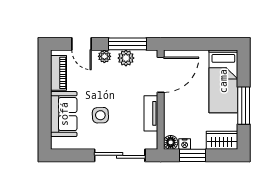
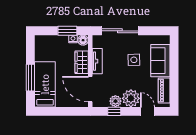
window: (127, 44) -> (114, 111), width x0.46
plant: (104, 56) -> (131, 98), width x1.87, depth x1.87
door: (161, 75) -> (90, 89), hinge flipped
window: (244, 106) -> (30, 78), moved
wardrobe: (222, 140) -> (82, 62), moved, turned 90

